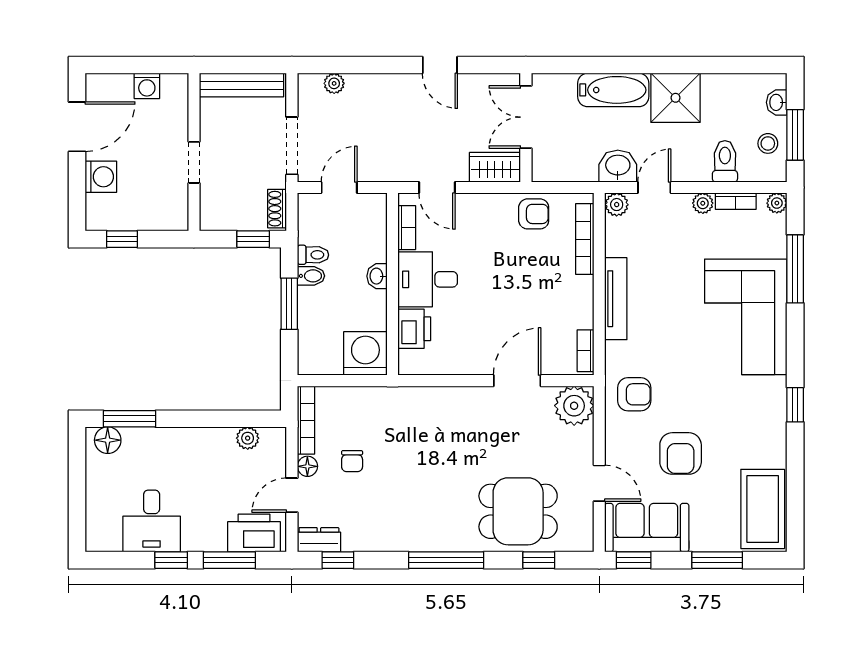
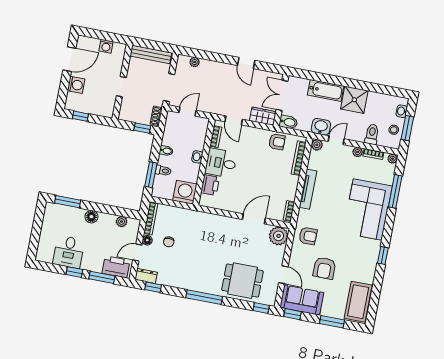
bidet: (549, 169) -> (288, 122), added
toilet: (313, 255) -> (163, 171), moved
window: (289, 304) -> (151, 175), moved
floor lamp: (108, 440) -> (91, 217), moved
window: (539, 560) -> (261, 308), moved

